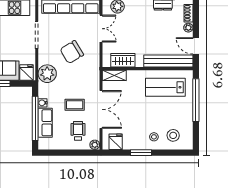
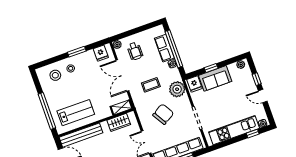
coffee table: (75, 105) -> (151, 85), moved

